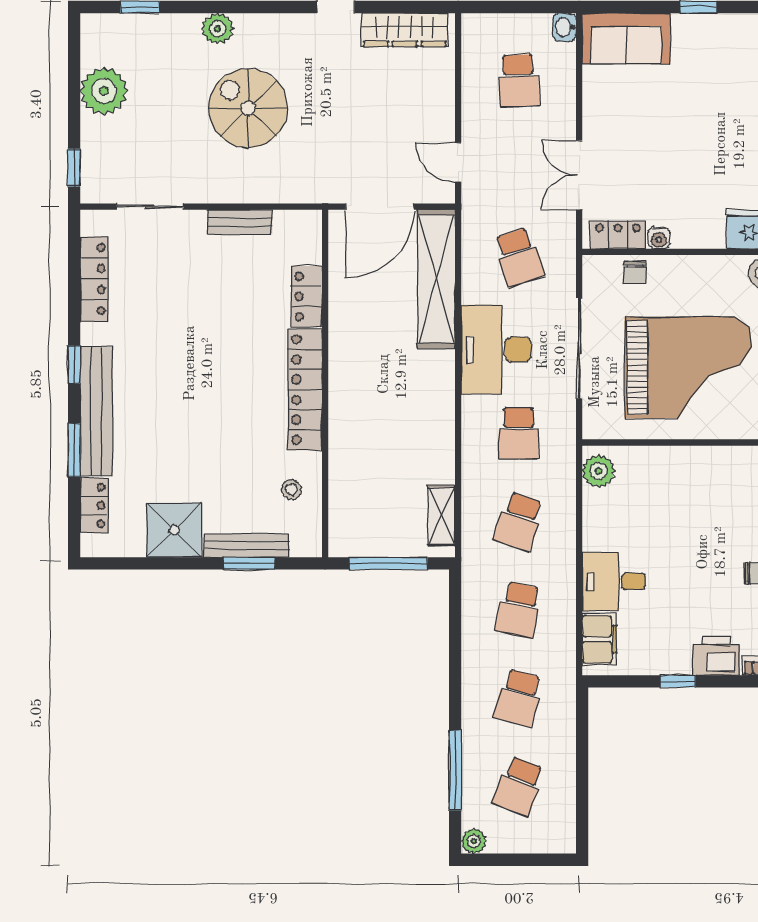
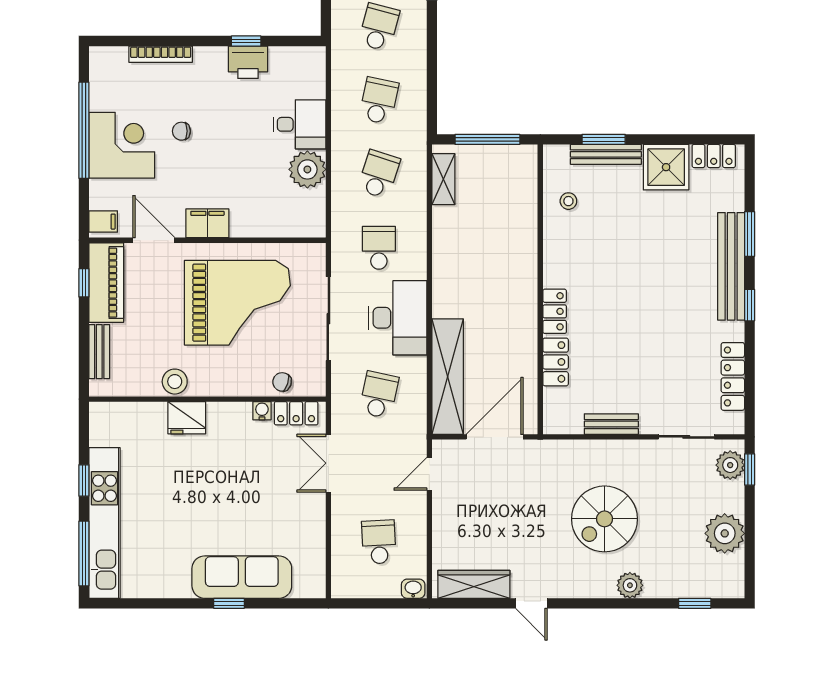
washbasin: (565, 27) -> (413, 589), moved, turned -90
sofa: (626, 38) -> (242, 577), moved, width x1.36
spiral stairs: (248, 108) -> (604, 519), turned 90
door: (458, 162) -> (429, 474), swing flipped
plant: (97, 173) -> (730, 465), added
double door: (579, 175) -> (328, 463), swing flipped
school desk: (519, 257) -> (379, 395), turned 30
chair: (635, 273) -> (282, 382), turned -72
grand piano: (688, 368) -> (237, 303), turned 180
locker: (305, 390) -> (555, 311), width x0.46, depth x0.83
plant: (598, 471) -> (307, 169), moved, width x1.36, depth x1.36
locker: (94, 505) -> (714, 156), moved, turned -90
filing cabinet: (599, 639) -> (207, 223), moved, turned 90
printer: (716, 656) -> (248, 62), moved

